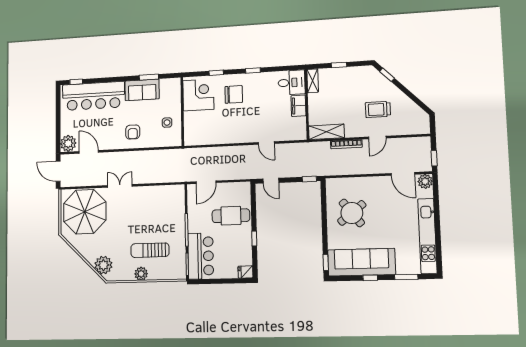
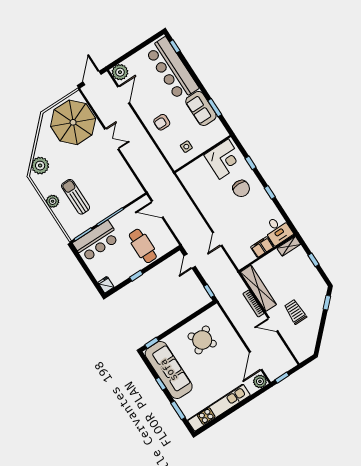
shelving: (326, 132) -> (258, 288), width x1.47

